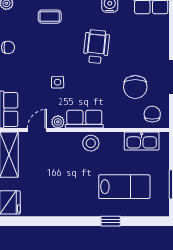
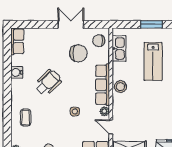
wheelchair: (96, 47) -> (48, 82), turned 130
row of seats: (84, 119) -> (103, 85), width x1.48
lab bench: (124, 187) -> (153, 62), turned 180

